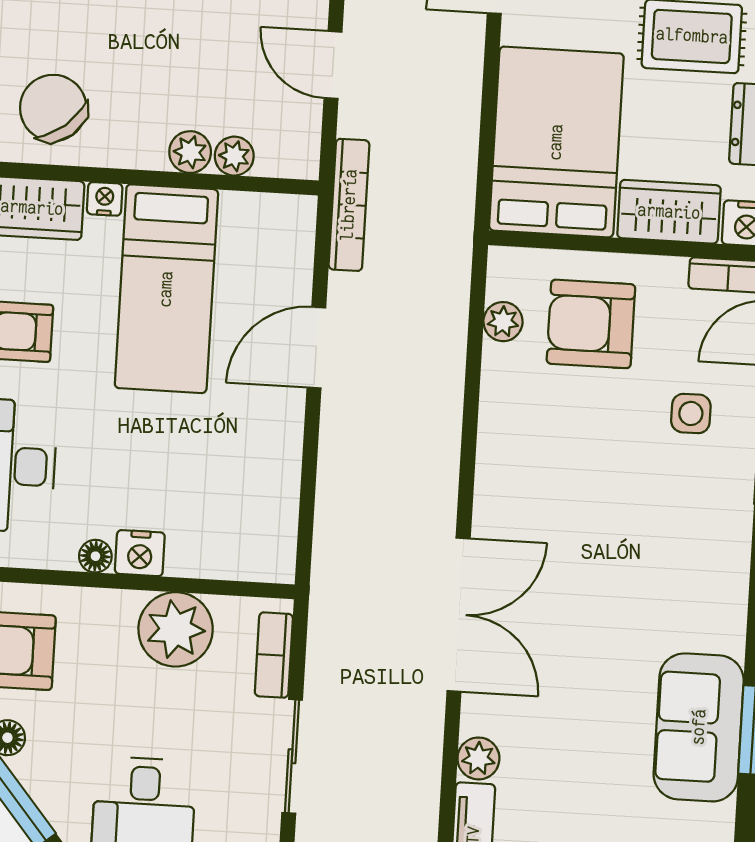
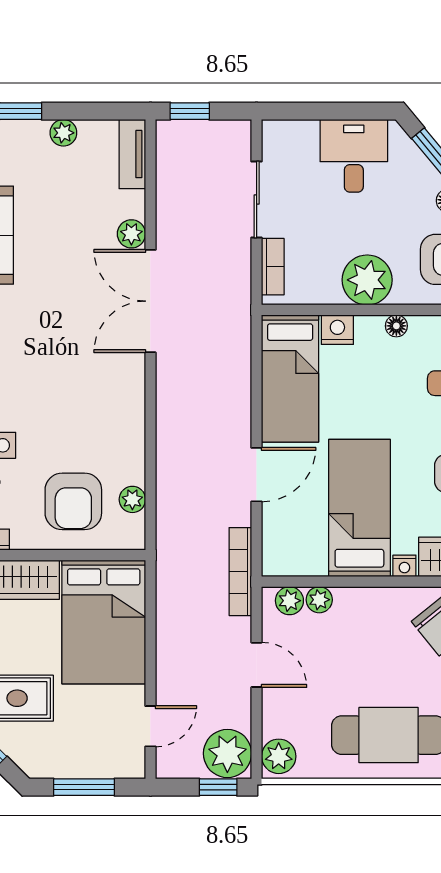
plant: (190, 152) -> (289, 601), moved
armchair: (591, 324) -> (73, 501), turned 90
bed: (258, 487) -> (290, 378), added
nightstand: (140, 553) -> (337, 330), moved
plant: (176, 629) -> (367, 280), moved
plant: (478, 758) -> (131, 234), moved

